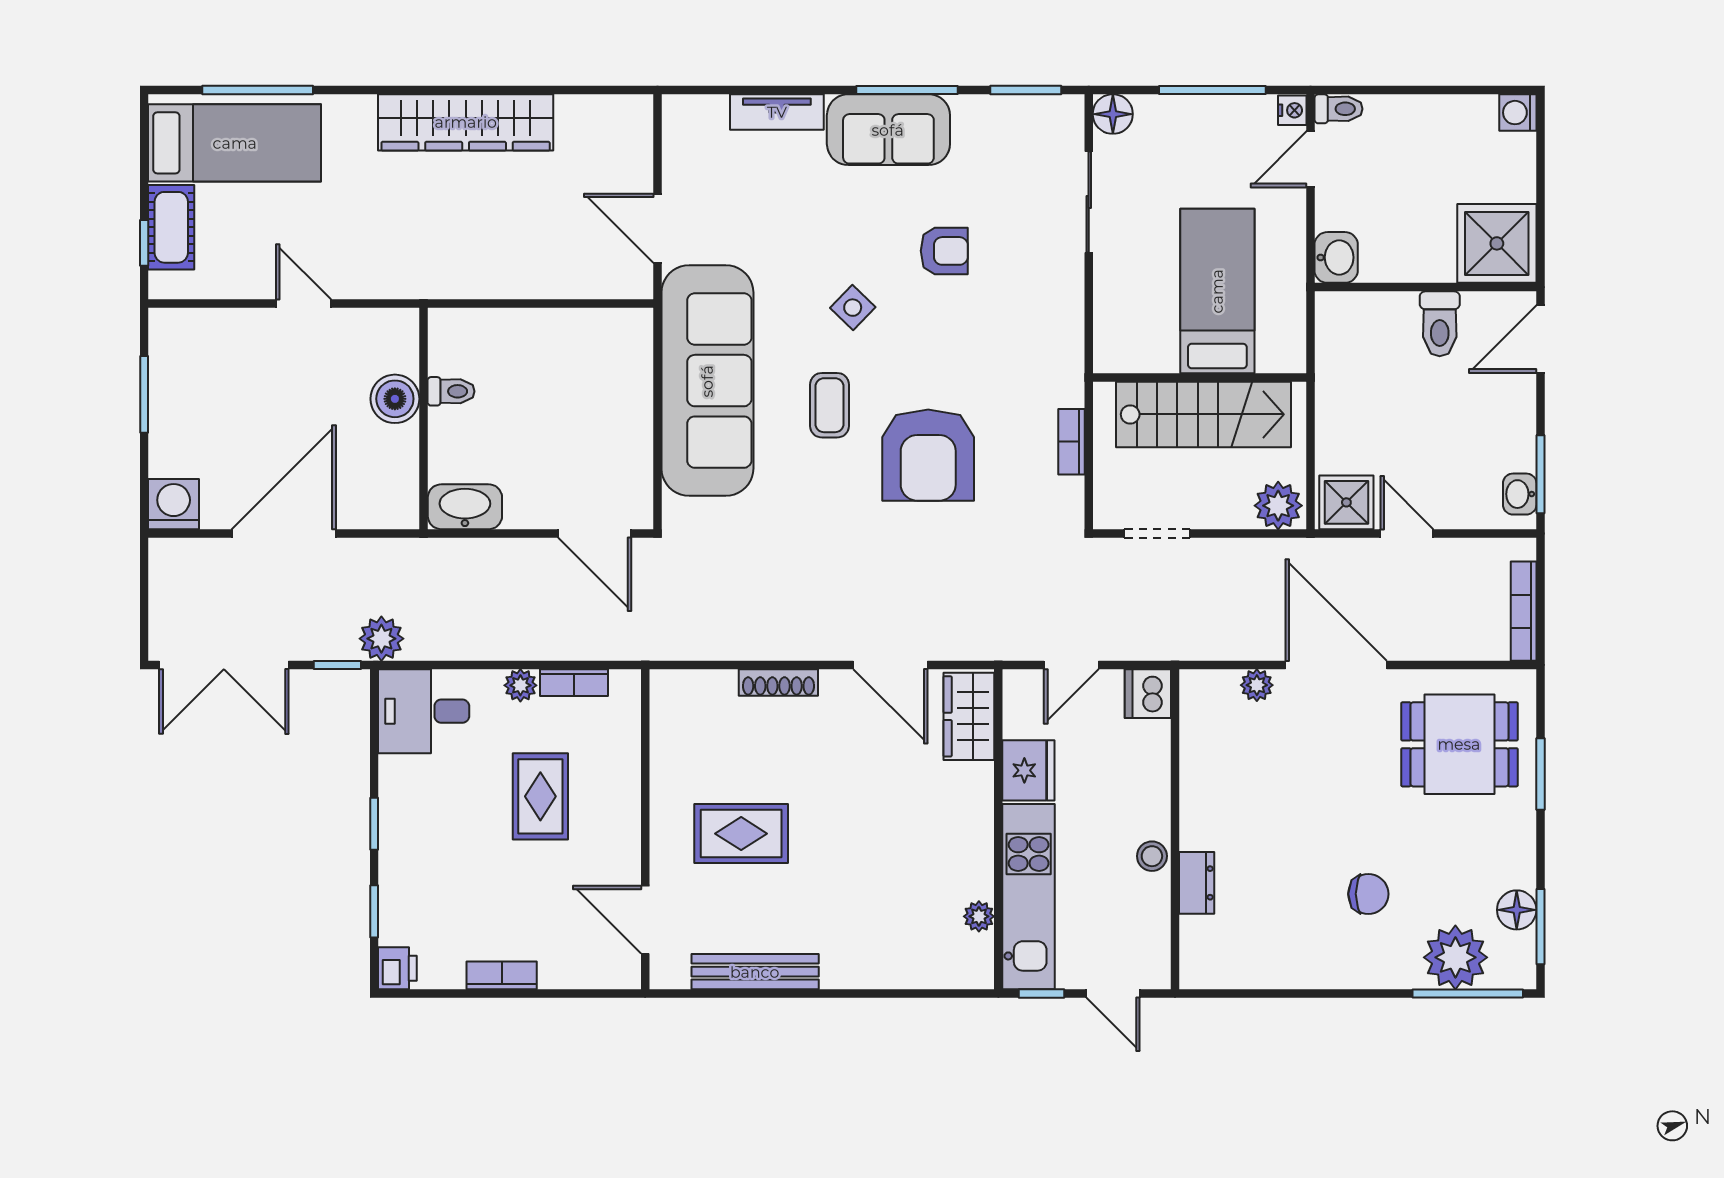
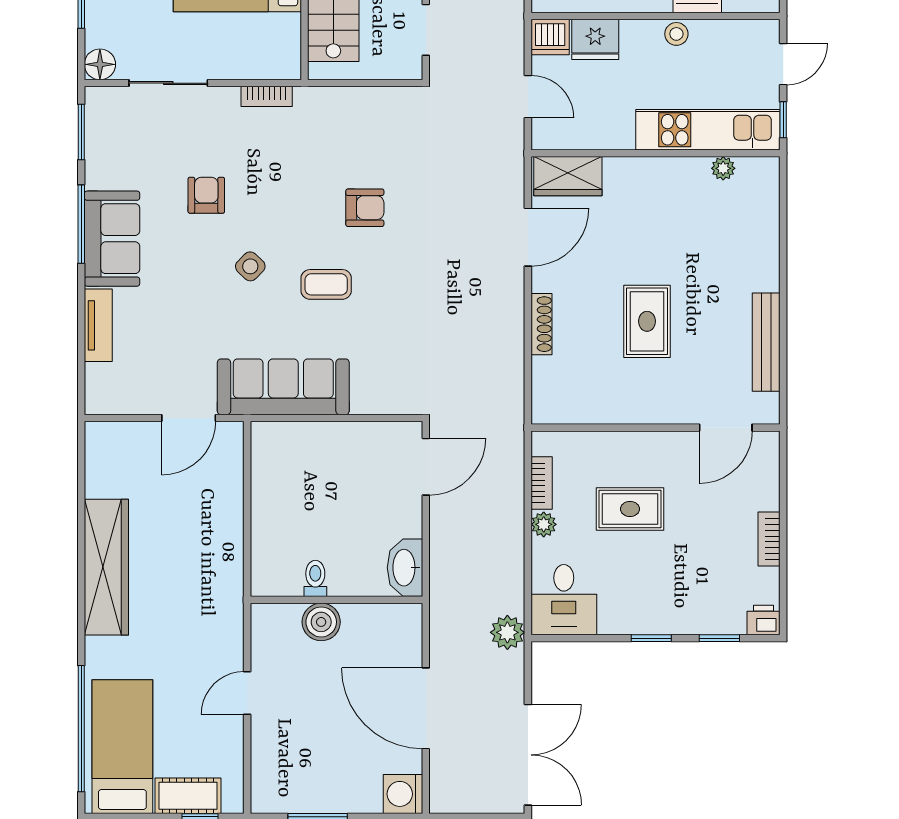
window: (258, 90) -> (81, 729), width x1.46
sofa: (707, 381) -> (283, 387), width x0.74, depth x0.79
bookcase: (1071, 442) -> (267, 96), moved
armchair: (928, 455) -> (365, 208), width x0.53, depth x0.53
window: (337, 665) -> (528, 667), removed
fridge: (1028, 770) -> (595, 39), moved, turned 180
rug: (741, 834) -> (647, 321), moved

